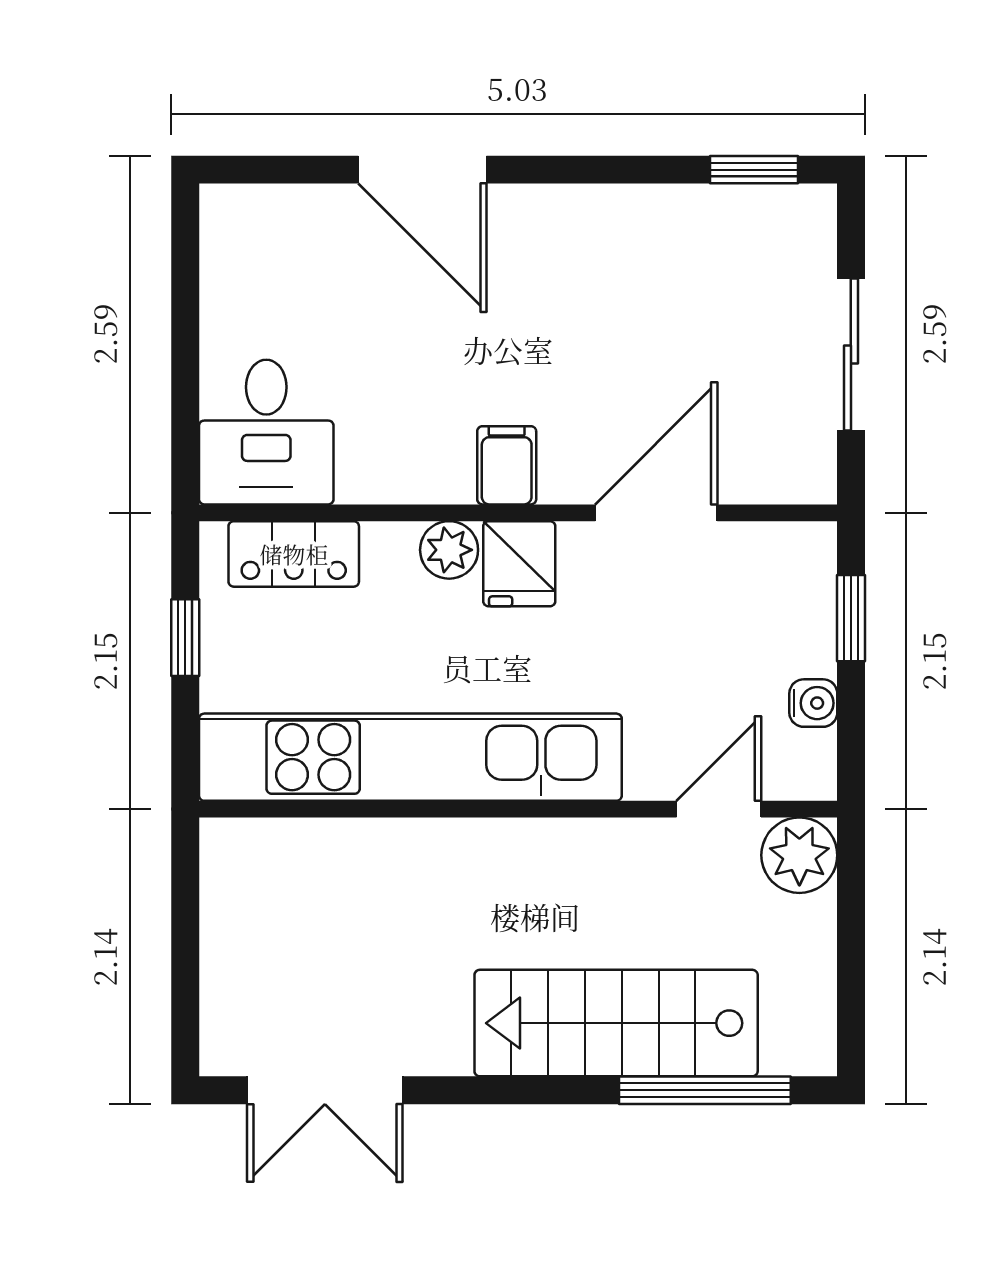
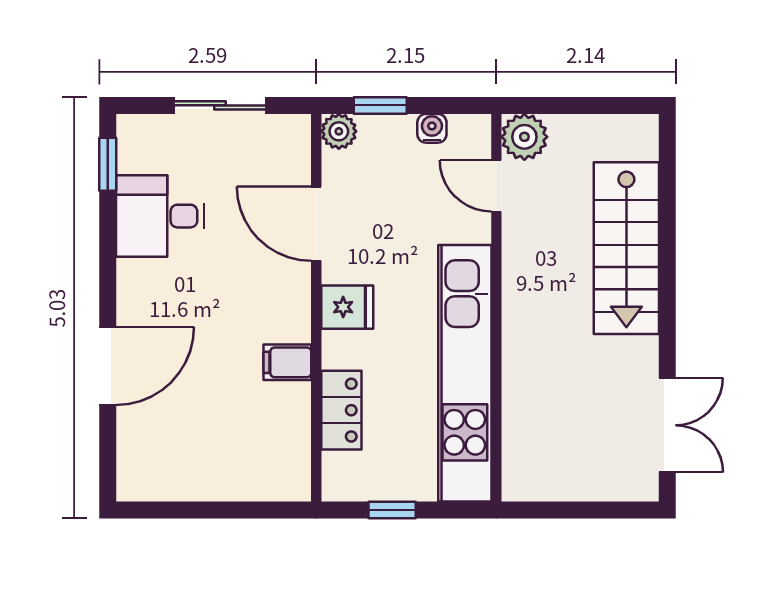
desk: (266, 432) -> (160, 216), moved, turned 180
filing cabinet: (507, 465) -> (287, 362), moved
plant: (449, 550) -> (339, 131), moved
locker: (294, 554) -> (341, 410), moved
window: (705, 1090) -> (667, 194), removed

